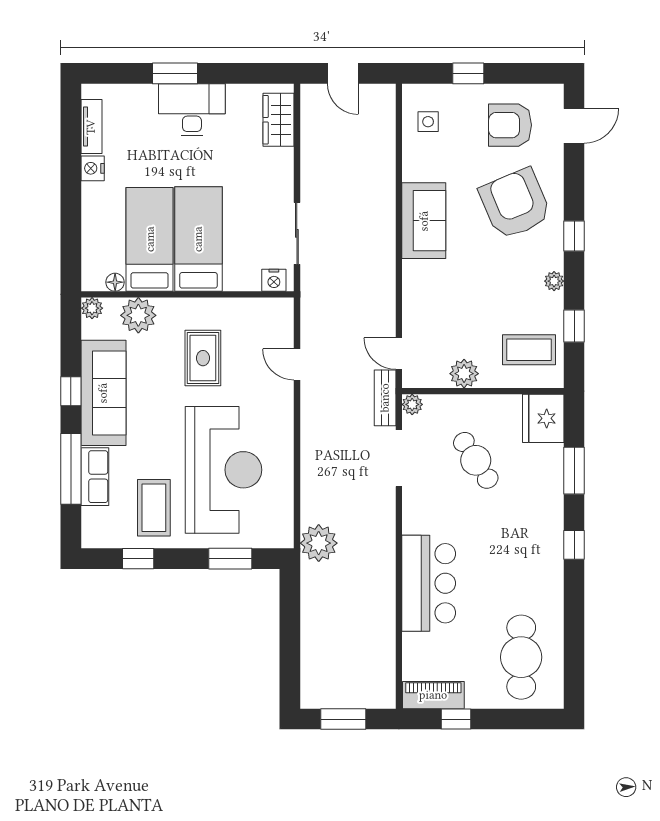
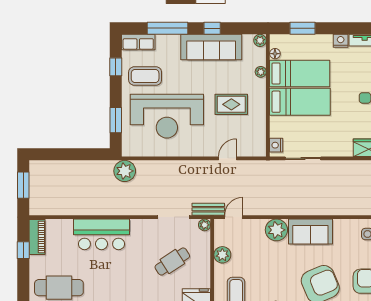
window: (71, 234) -> (303, 28), added
plant: (421, 280) -> (276, 230), added
plant: (138, 315) -> (261, 72), width x0.53, depth x0.53
row of seats: (95, 477) -> (138, 42), moved

